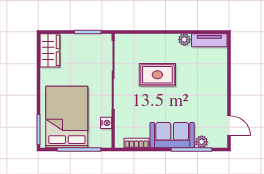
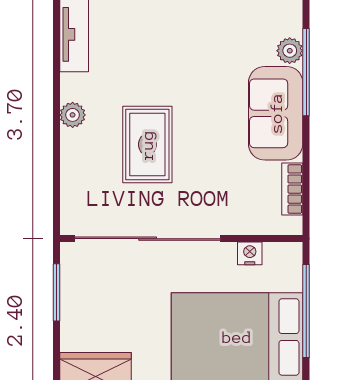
plant: (184, 40) -> (73, 115), moved

